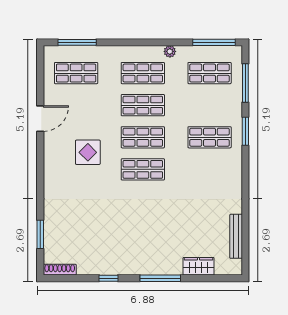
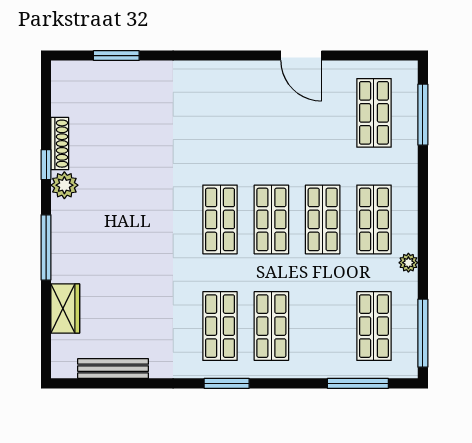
window: (245, 131) -> (227, 383), moved
display table: (88, 152) -> (247, 132), removed
shop shelf: (210, 169) -> (220, 326), added
plant: (121, 267) -> (64, 185), added
shoe rack: (60, 270) -> (60, 144), moved

